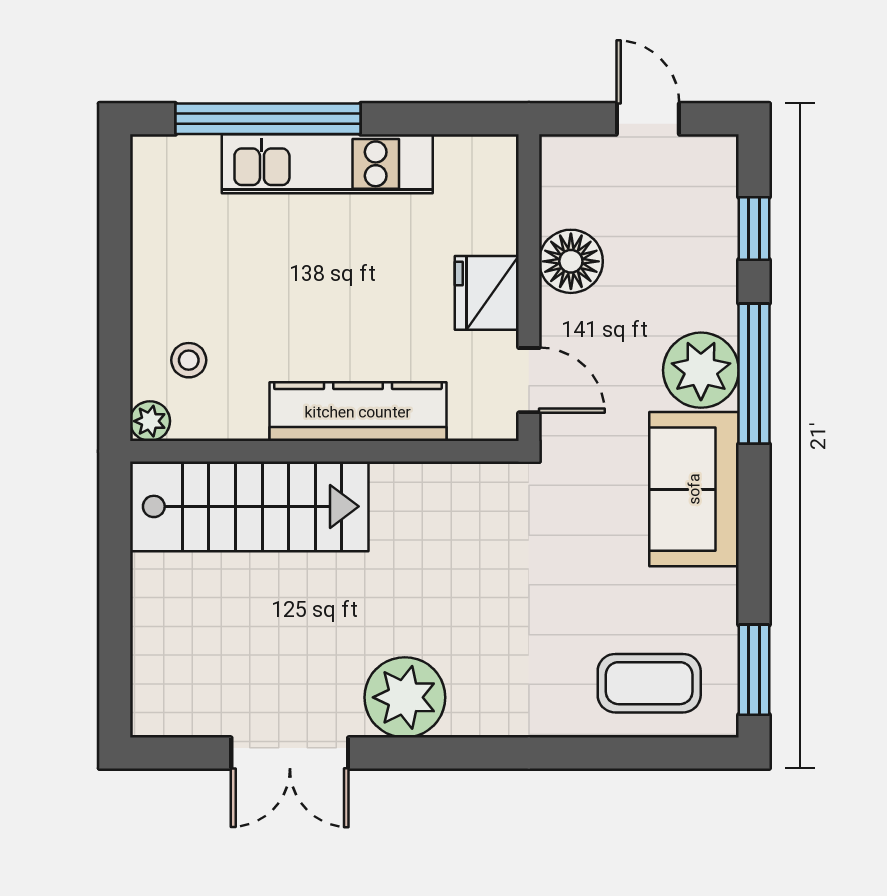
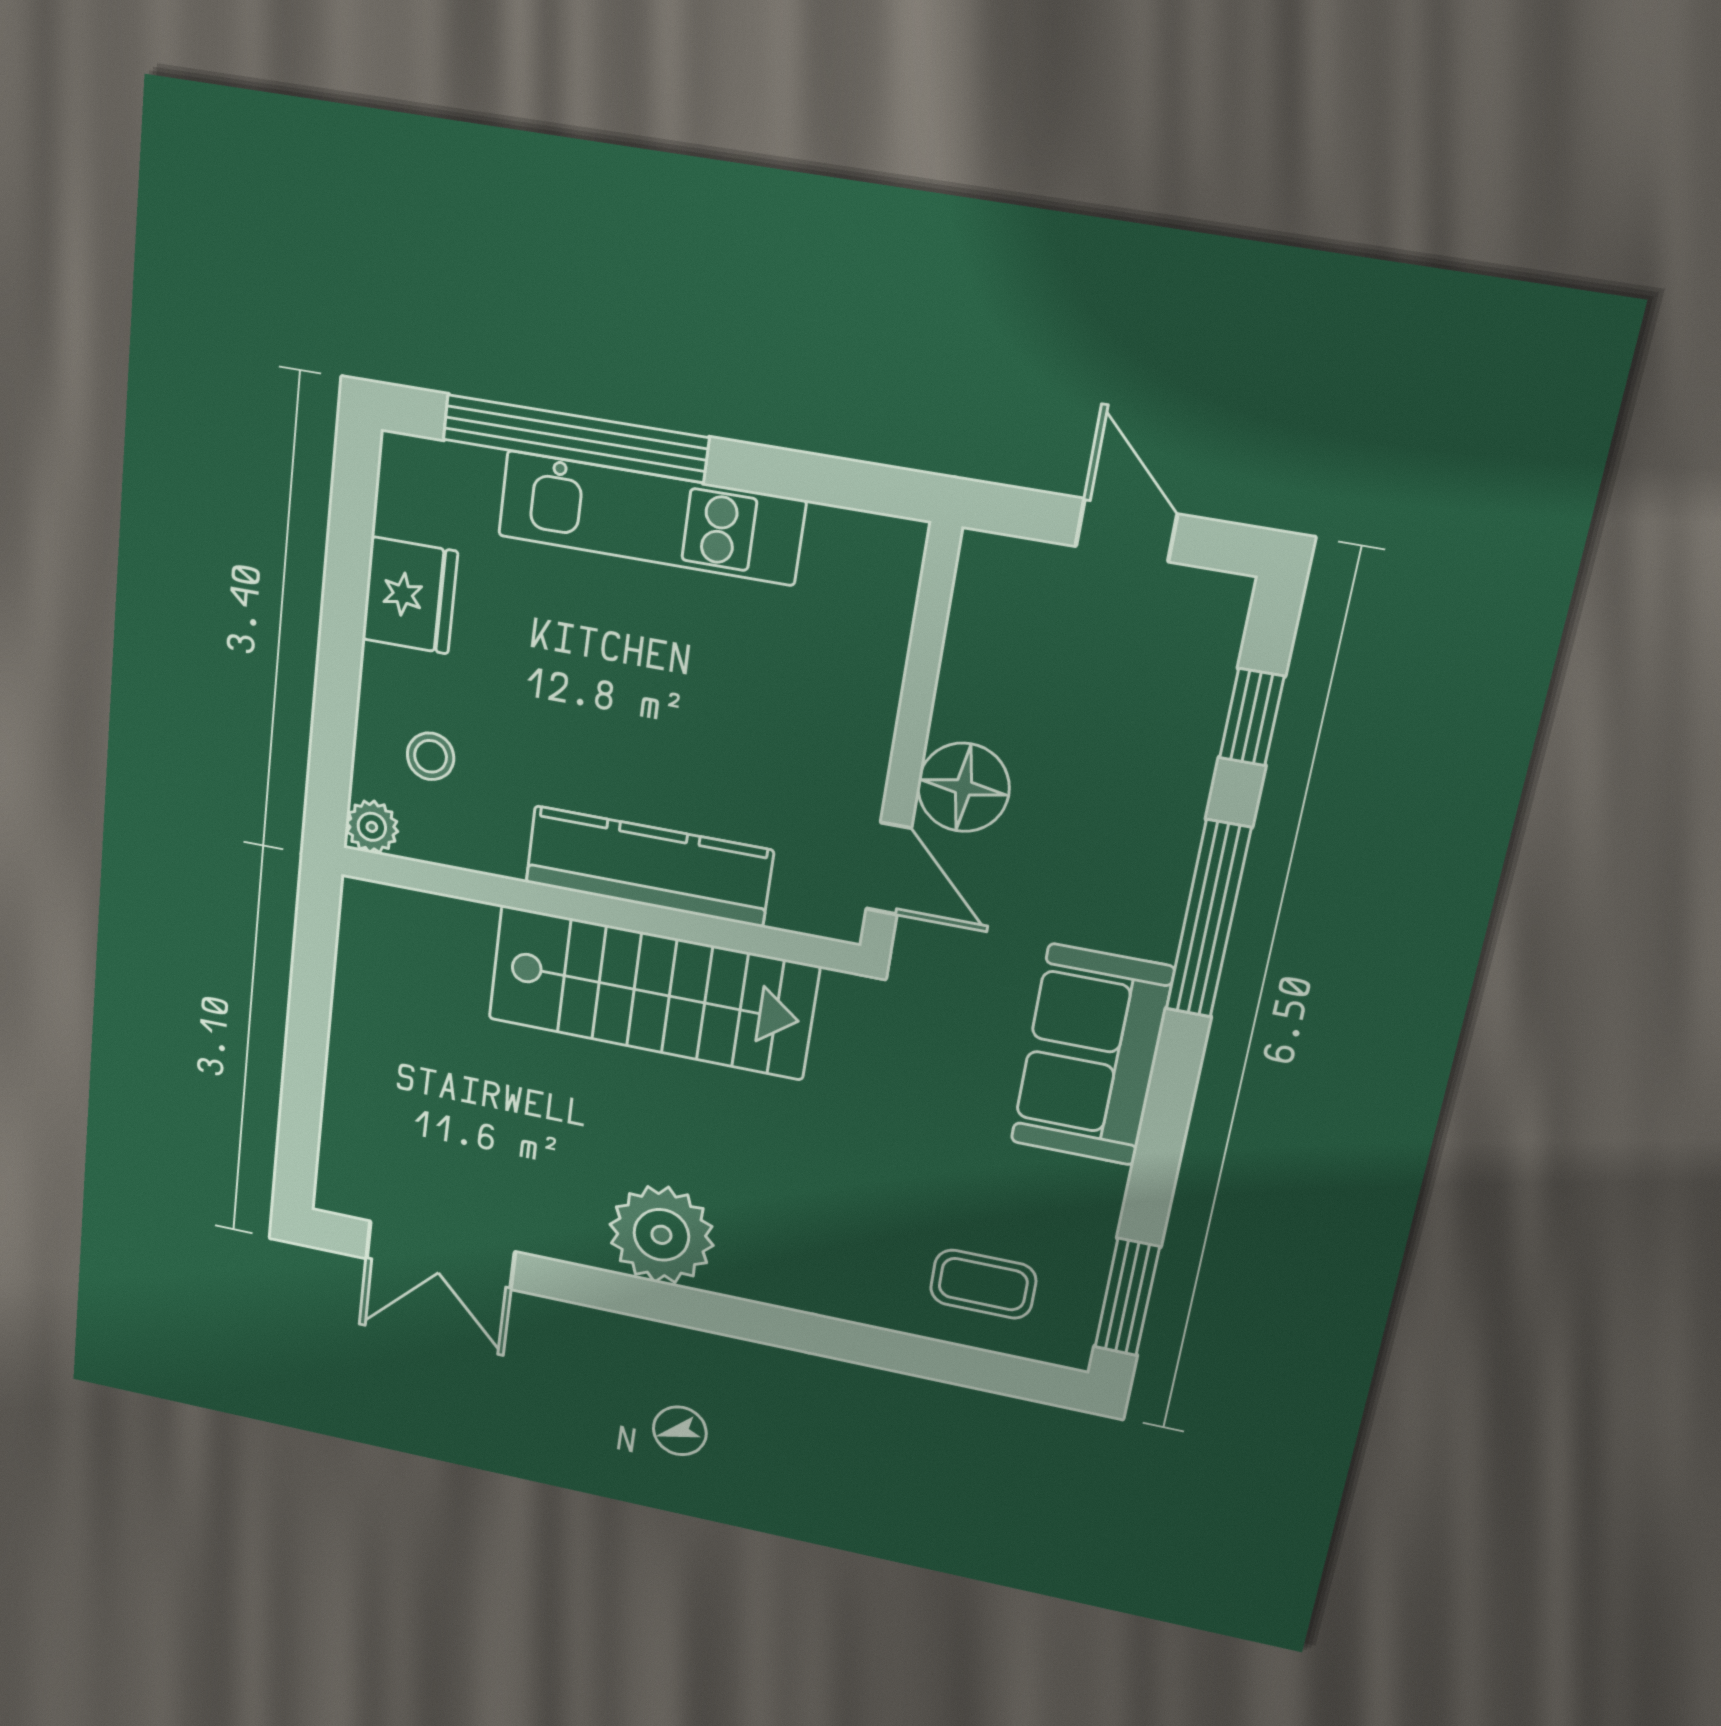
floor lamp: (571, 261) -> (963, 787), moved
fridge: (487, 293) -> (410, 595), moved, turned 180
plant: (701, 370) -> (1133, 900), removed
stairs: (249, 506) -> (652, 993), moved
coffee table: (649, 683) -> (983, 1284), width x0.73, depth x0.77
double door: (290, 753) -> (440, 1255), moved

